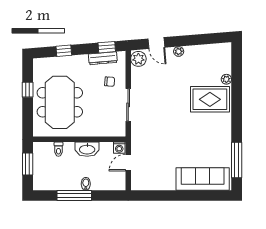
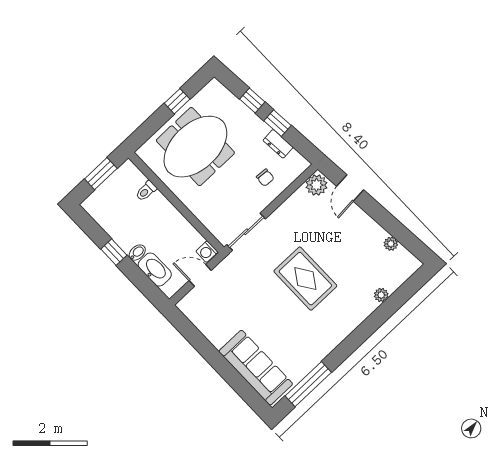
window: (107, 47) -> (278, 123), moved
plant: (179, 51) -> (391, 244), moved
dresser: (103, 58) -> (278, 144), width x0.70
rug: (210, 99) -> (305, 279), moved
sliding door: (128, 105) -> (246, 232), moved
washbasin: (87, 149) -> (155, 270), moved, turned 180
window: (74, 195) -> (114, 252), width x0.46

